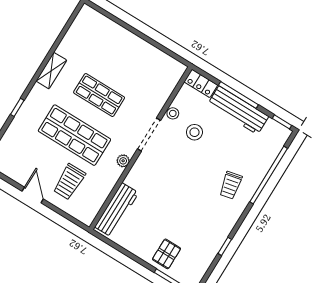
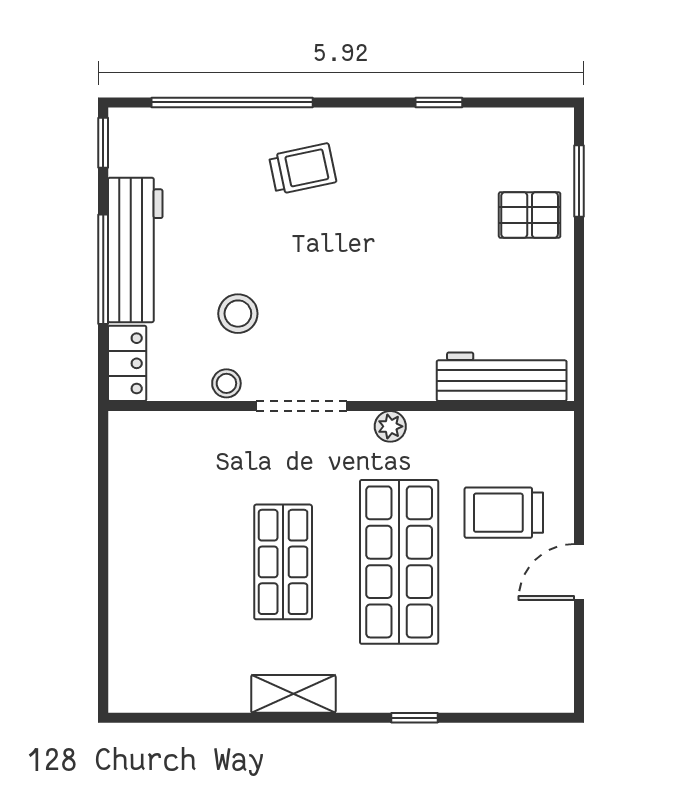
trolley: (69, 182) -> (504, 513), turned 180

